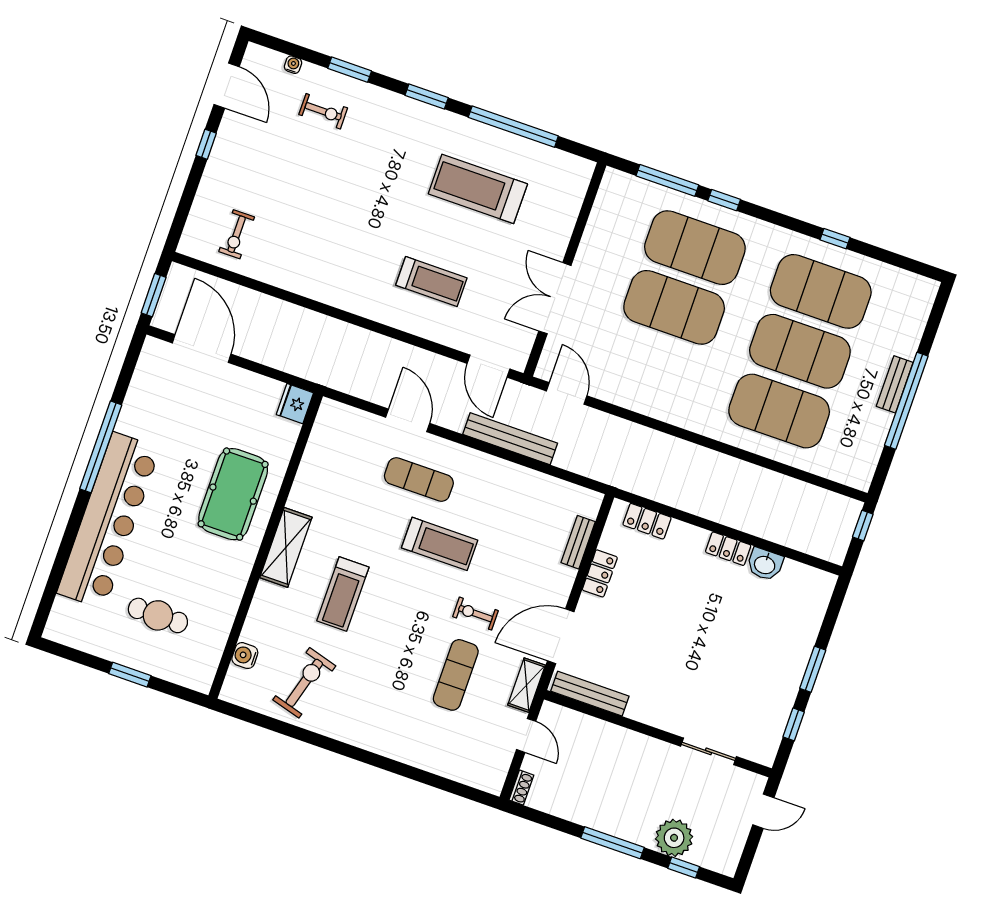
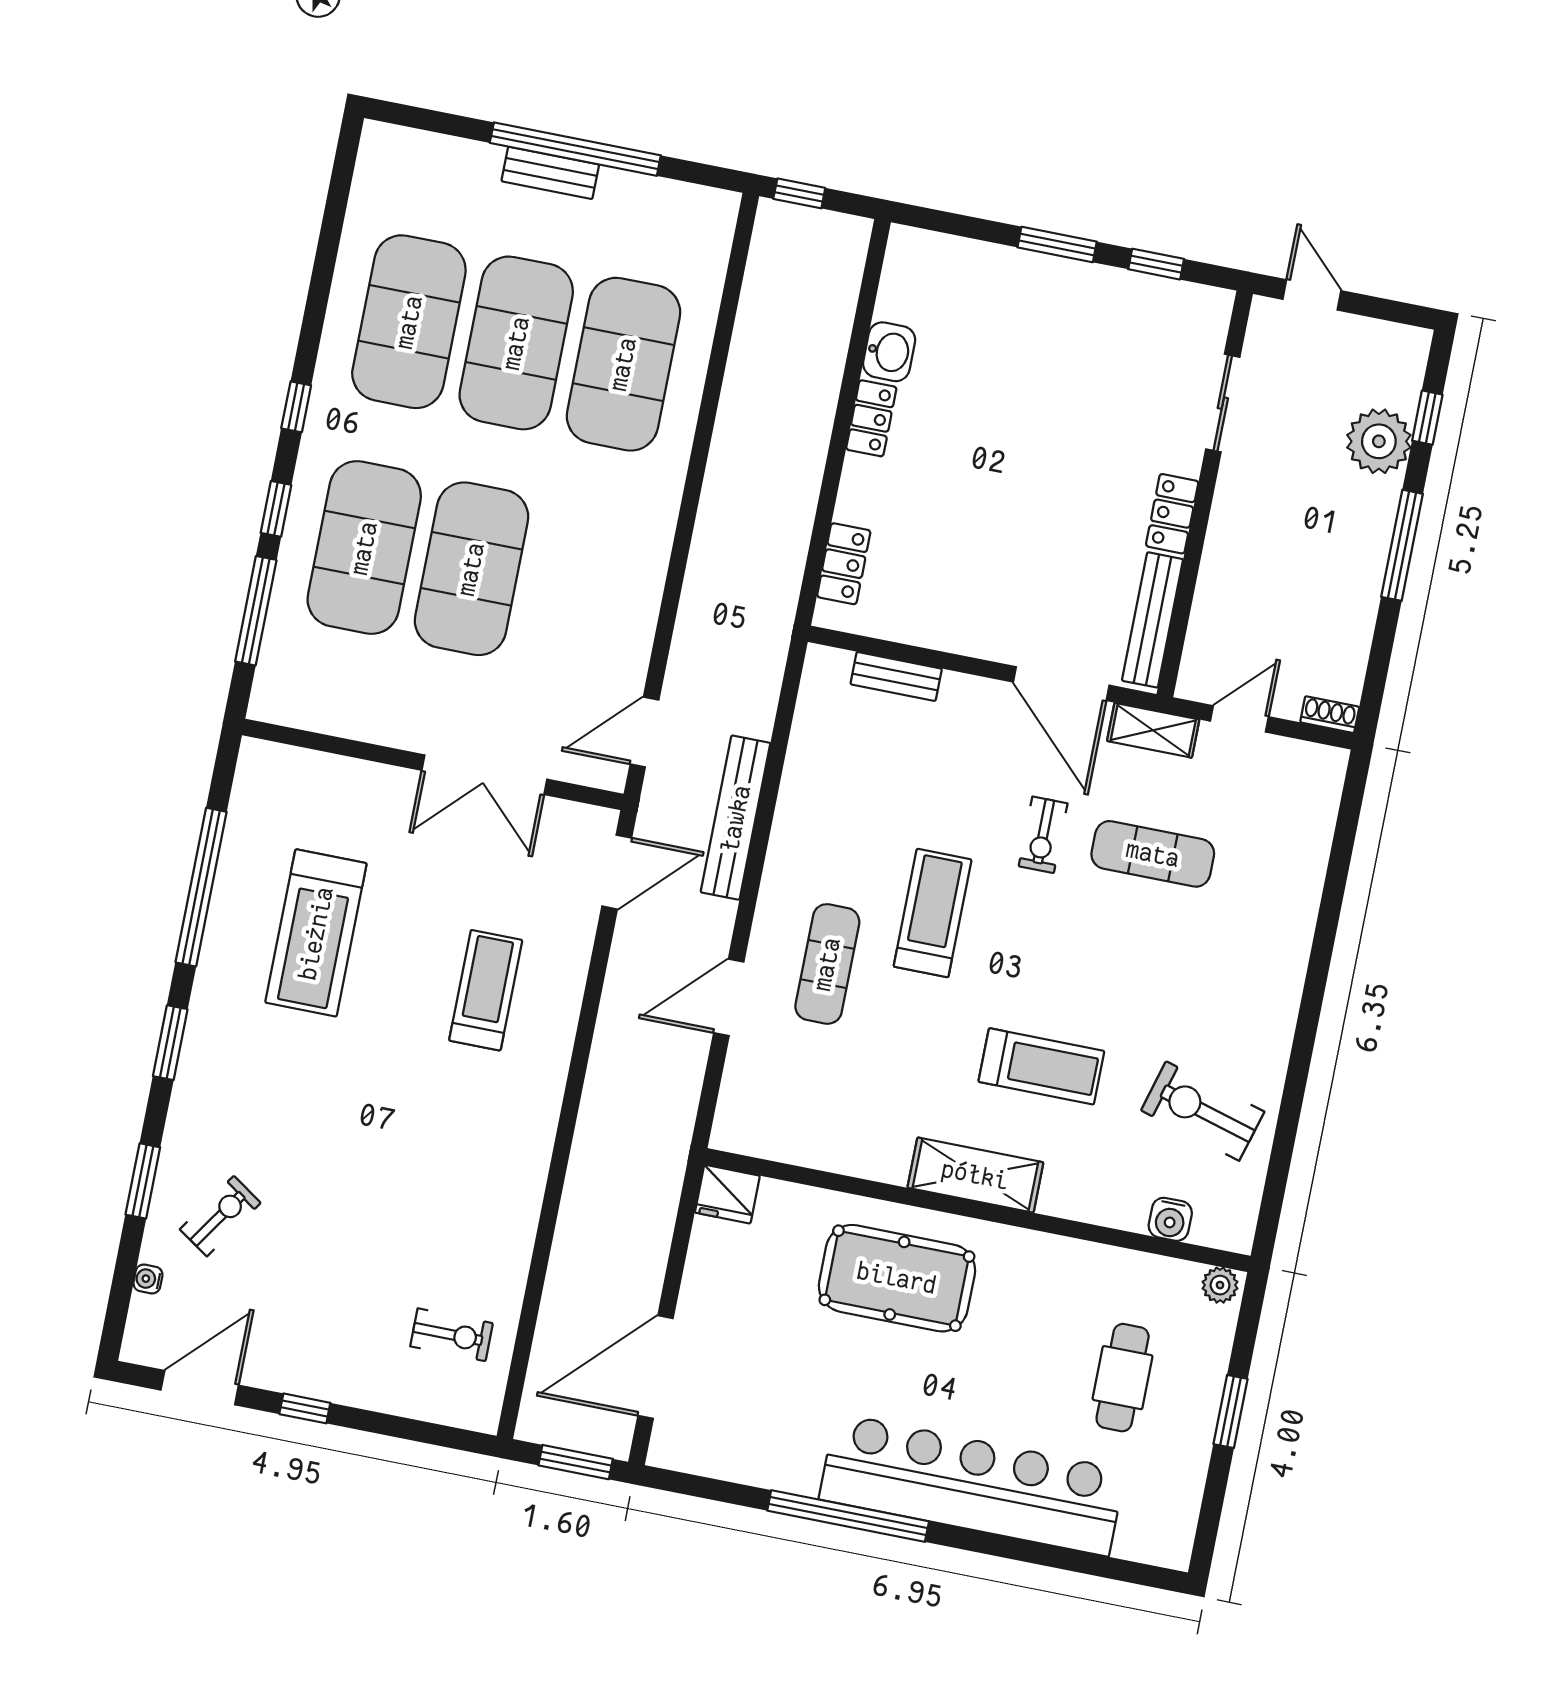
exercise bike: (323, 111) -> (220, 1216), turned 34
window: (835, 239) -> (296, 407), moved
locker: (600, 573) -> (1172, 514), moved, turned -90
plant: (203, 679) -> (1220, 1285), added

